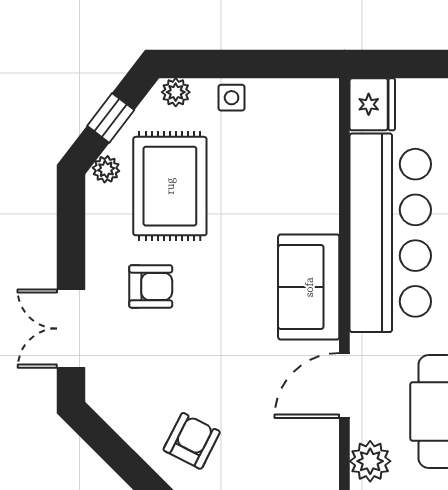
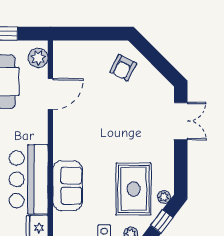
bar counter: (390, 233) -> (29, 179), width x0.73
armchair: (151, 286) -> (143, 141), removed
sofa: (309, 287) -> (67, 186), moved

